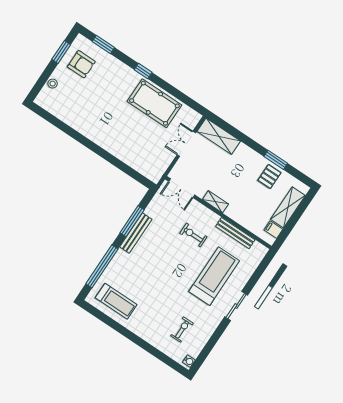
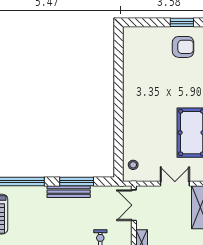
armchair: (81, 64) -> (183, 47), turned -90
stool: (53, 84) -> (133, 165), moved

